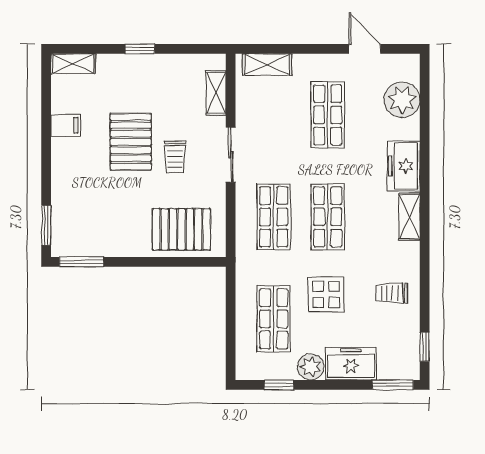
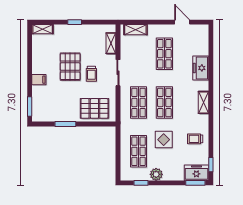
plant: (402, 100) -> (200, 46), removed
filing cabinet: (66, 125) -> (39, 80), moved
freezer: (404, 166) -> (201, 68), moved
window: (81, 262) -> (65, 124), moved
freezer: (351, 364) -> (196, 173), moved

